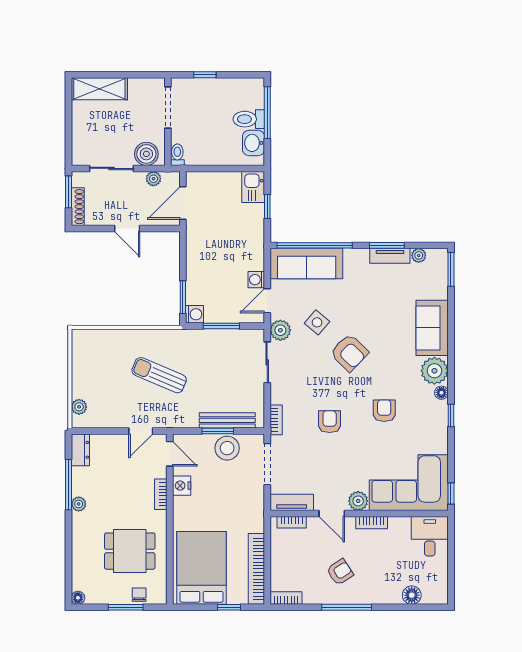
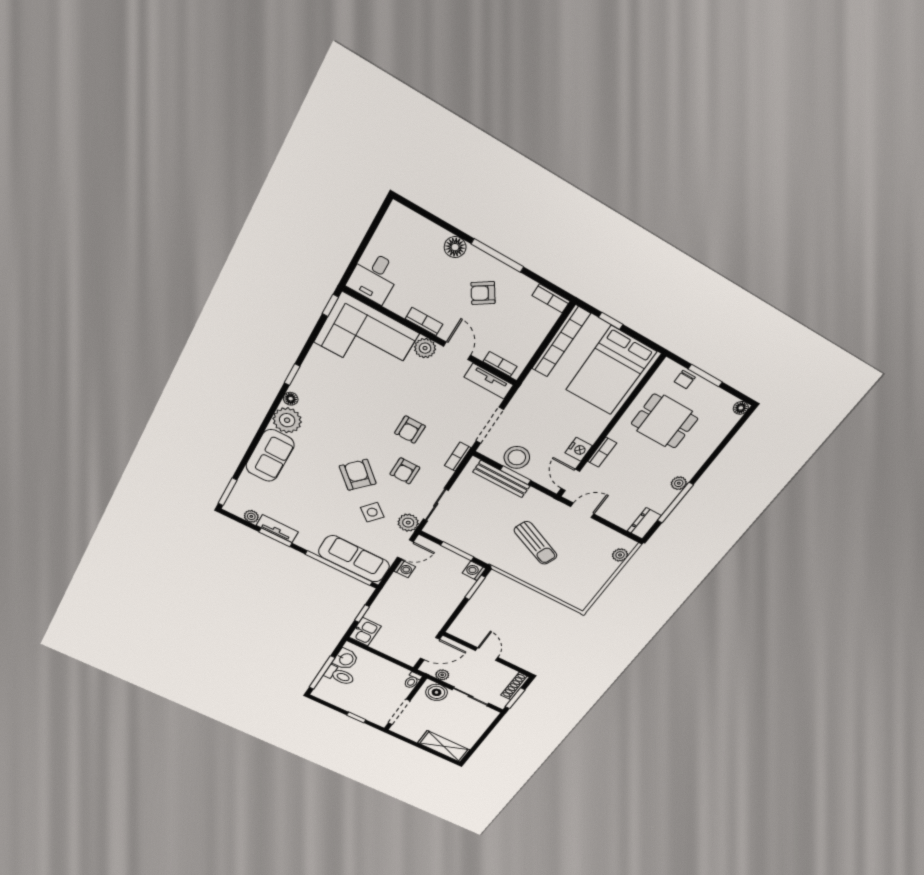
armchair: (384, 411) -> (405, 471), moved
floor lamp: (412, 595) -> (455, 247), moved

